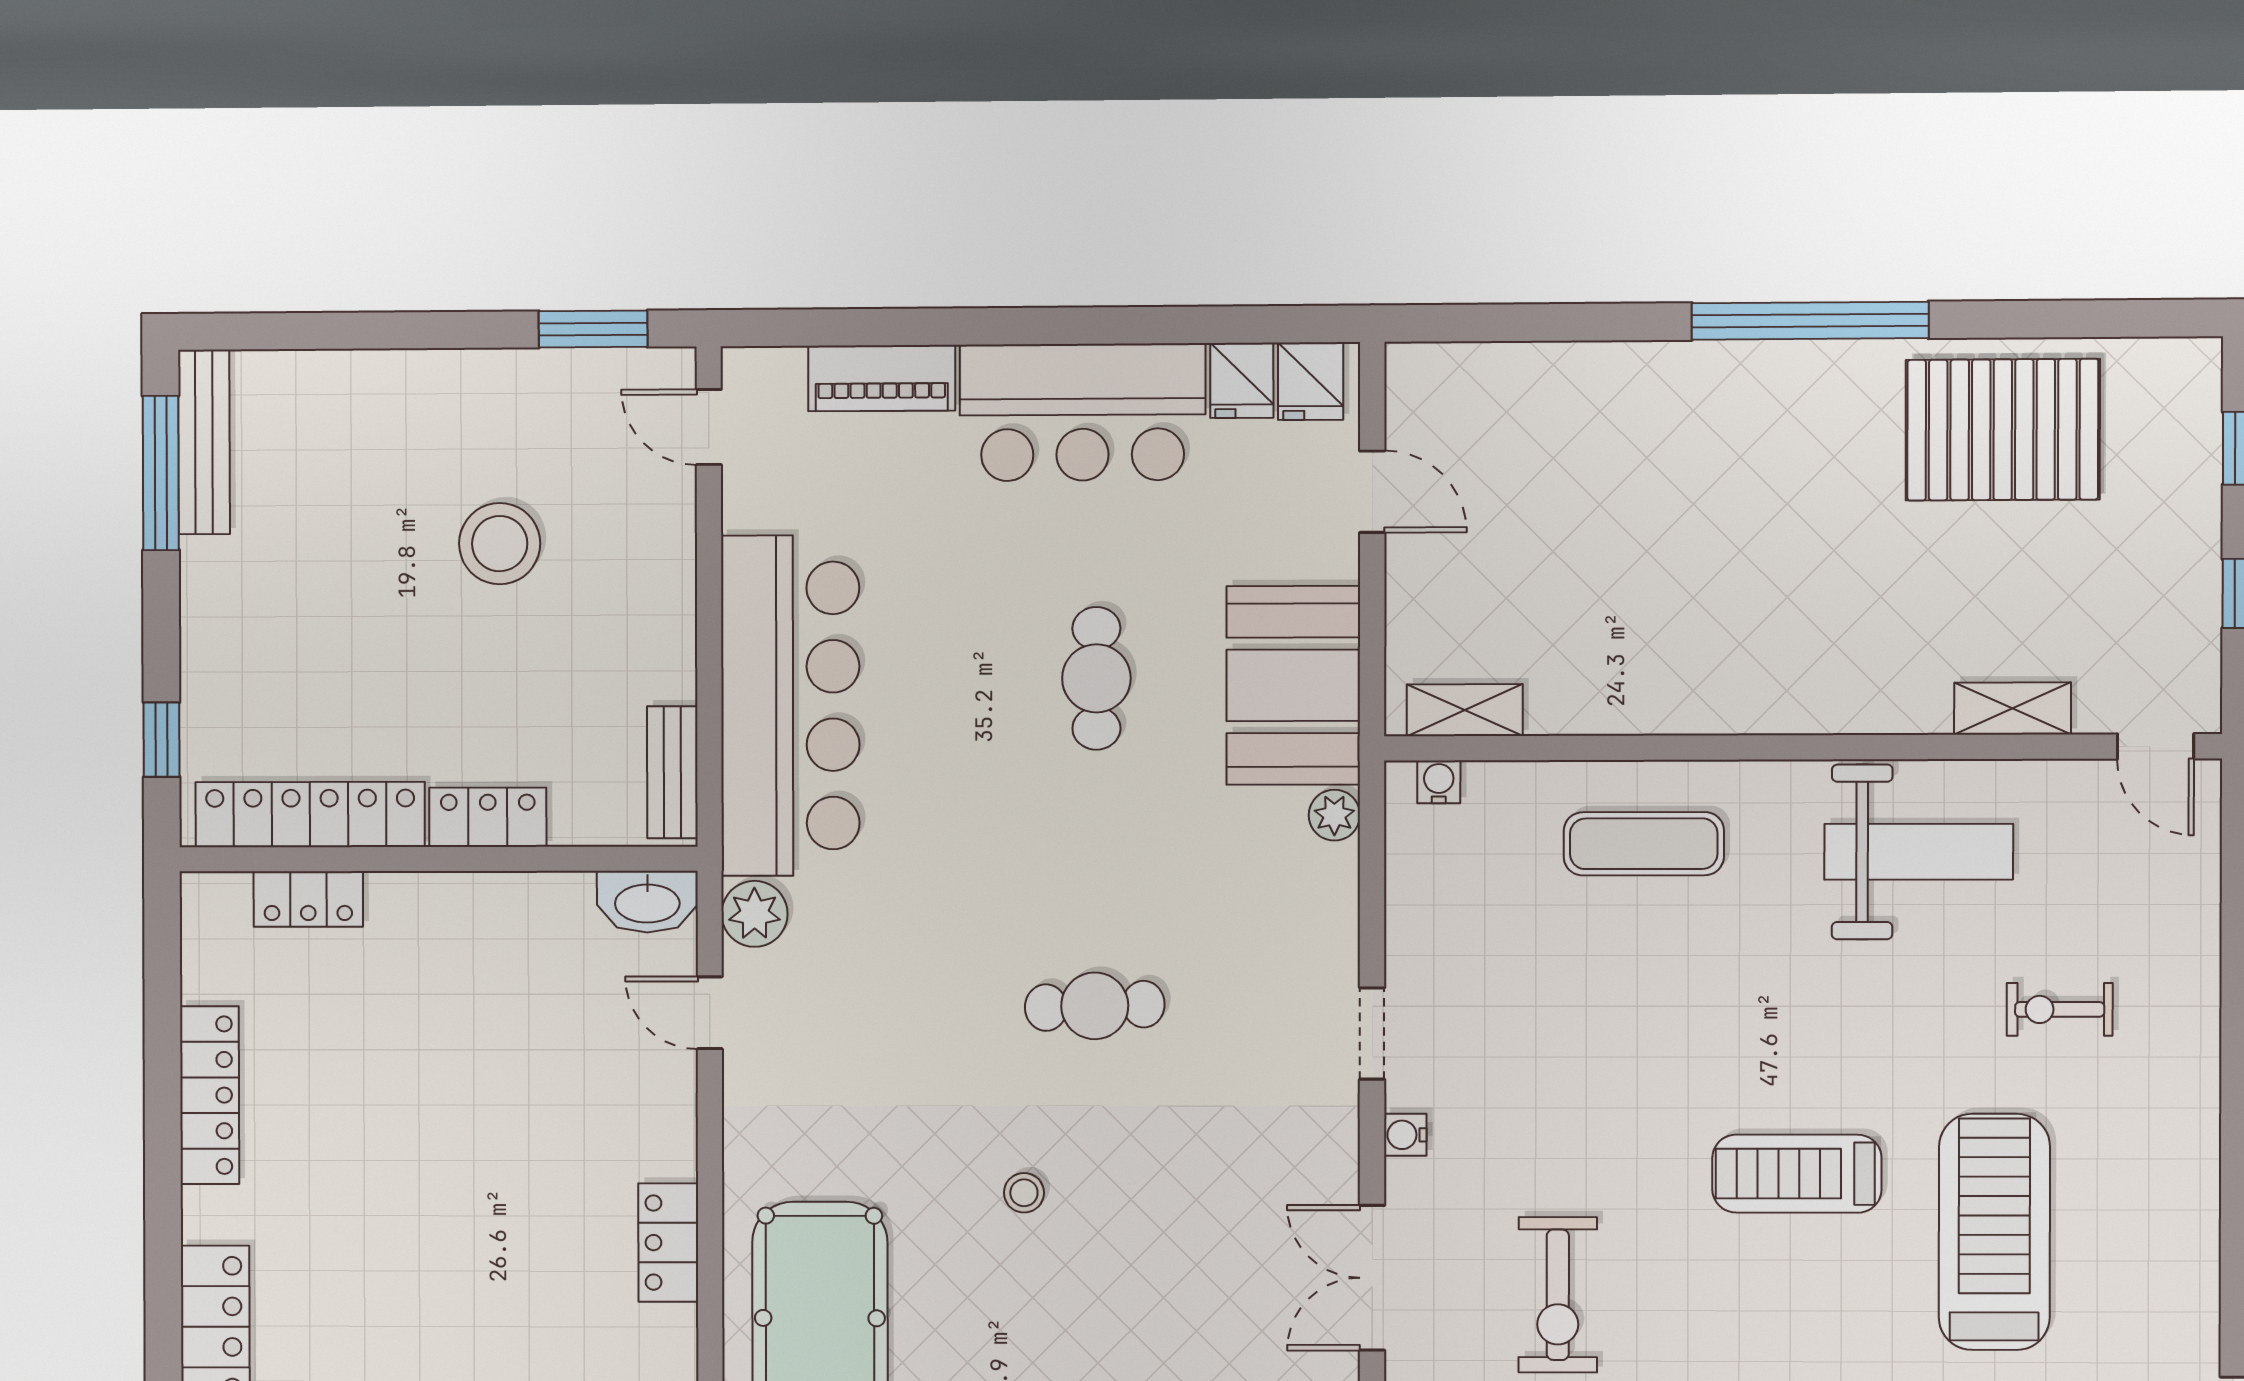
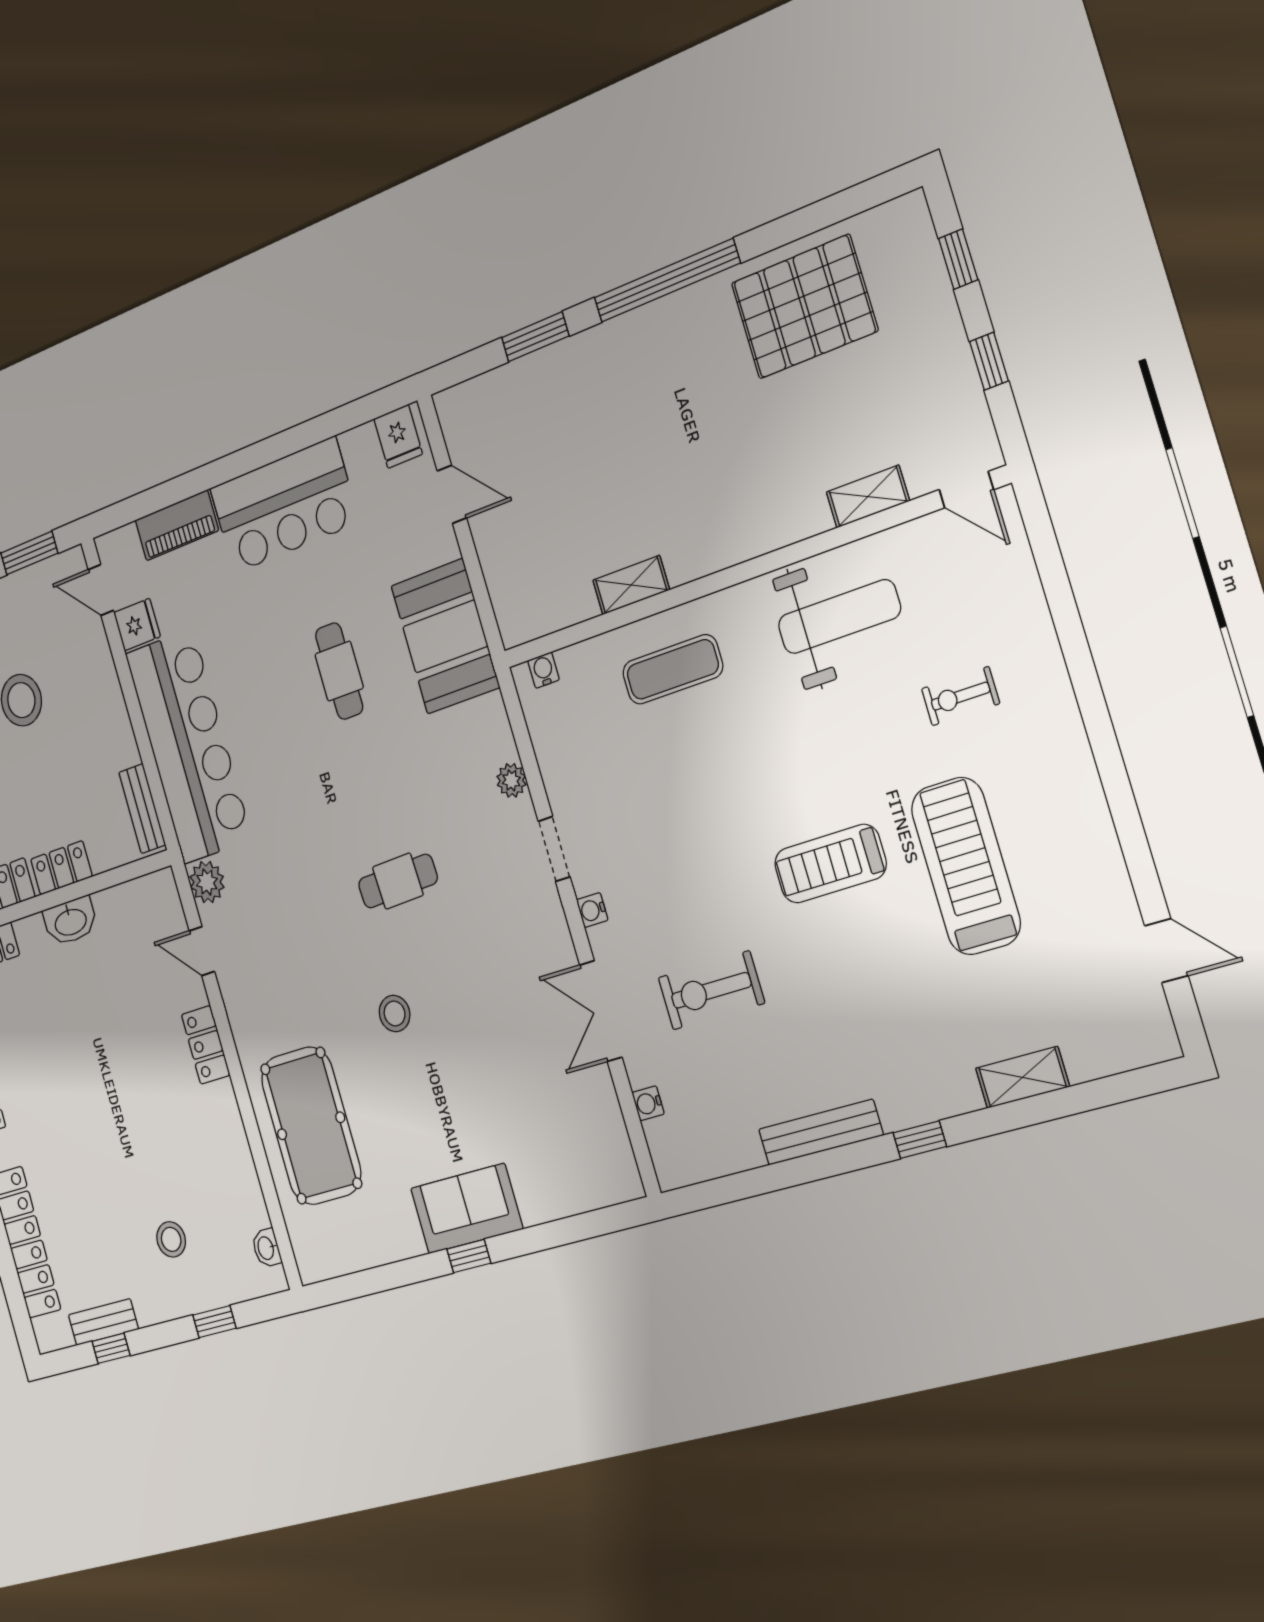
window: (1581, 322) -> (535, 337), added
fridge: (1242, 380) -> (137, 625), moved, turned -90
shelving: (1465, 710) -> (631, 585), moved
plant: (1334, 815) -> (511, 780), moved
washbasin: (647, 902) -> (70, 921), moved
stool: (1024, 1193) -> (395, 1014), width x1.37, depth x1.37
locker: (668, 1243) -> (206, 1045), moved
exercise bike: (1558, 1295) -> (711, 990), turned 90

